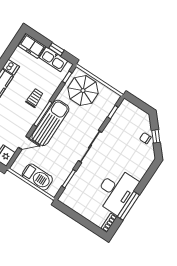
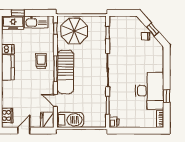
window: (56, 49) -> (18, 13), moved
sun lounger: (50, 123) -> (66, 72), turned 180
door: (24, 143) -> (55, 100), swing flipped
barbecue: (37, 177) -> (70, 120), moved
printer: (65, 198) -> (114, 122), added
window: (128, 206) -> (167, 96), width x0.46

